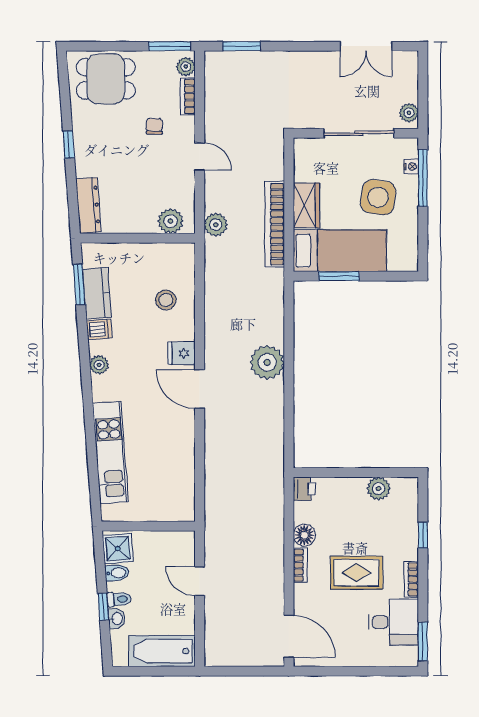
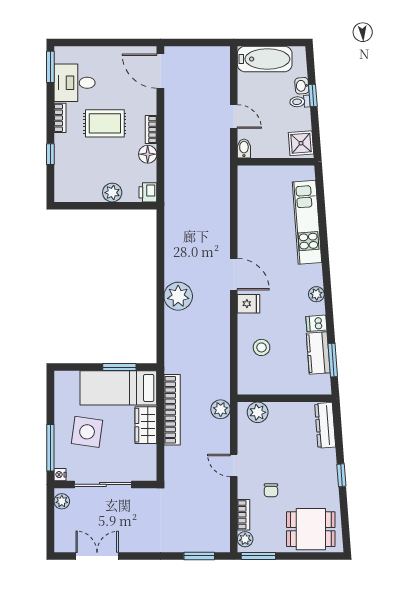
nightstand: (411, 167) -> (60, 475), moved
plant: (379, 489) -> (112, 193), moved
bidet: (117, 573) -> (244, 148), moved, turned 94

